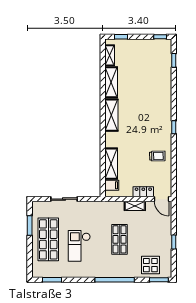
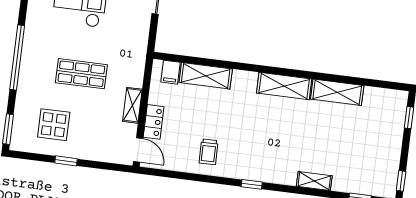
shelving: (110, 55) -> (314, 181), moved
door: (162, 199) -> (138, 150), swing flipped
display table: (150, 265) -> (54, 125), moved

